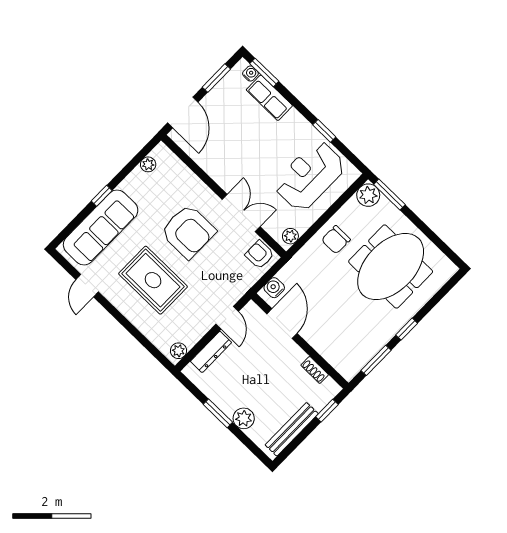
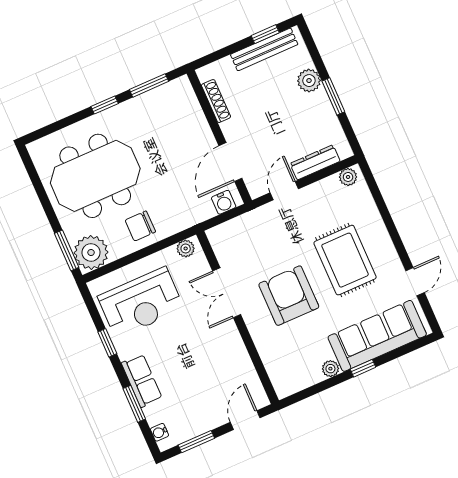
window: (264, 72) -> (134, 404), moved
row of seats: (269, 98) -> (142, 381), moved
door: (183, 113) -> (245, 420), width x0.73
plant: (148, 164) -> (330, 369), moved
plant: (368, 195) -> (91, 252), width x1.36, depth x1.36
chair: (336, 240) -> (140, 226), turned 180
armchair: (260, 255) -> (225, 242), removed
shoe rack: (315, 370) -> (216, 101), width x1.43
window: (327, 411) -> (265, 34), moved

